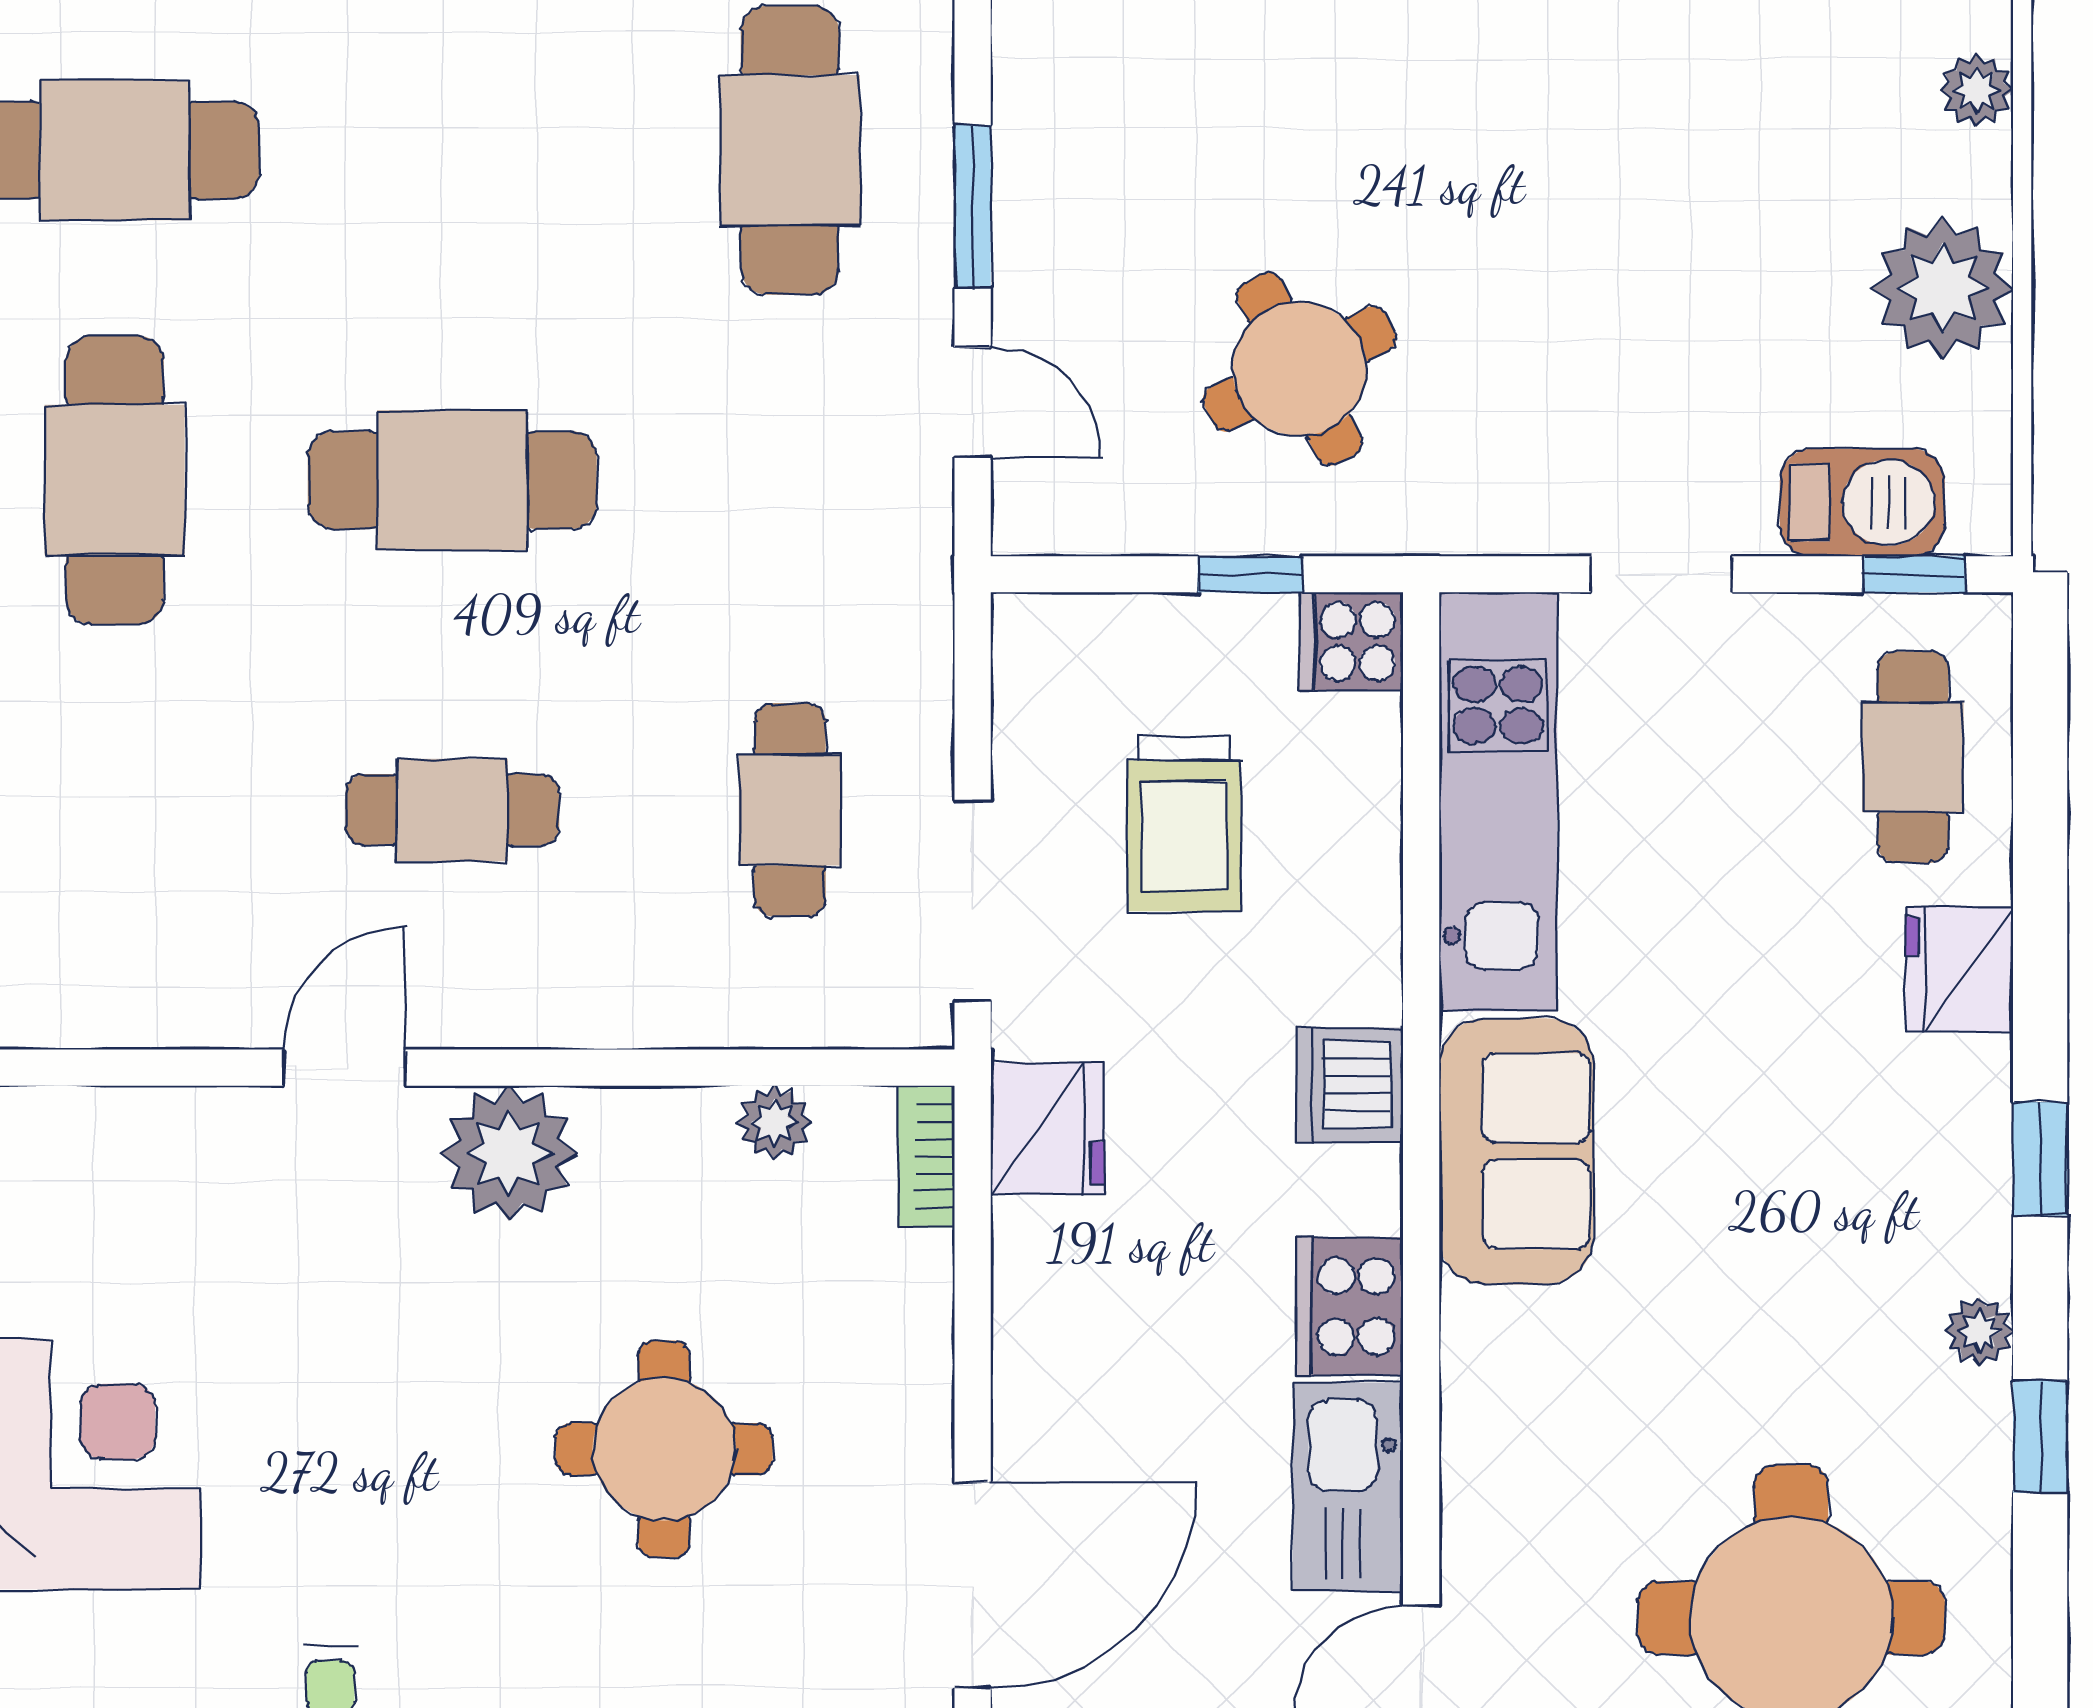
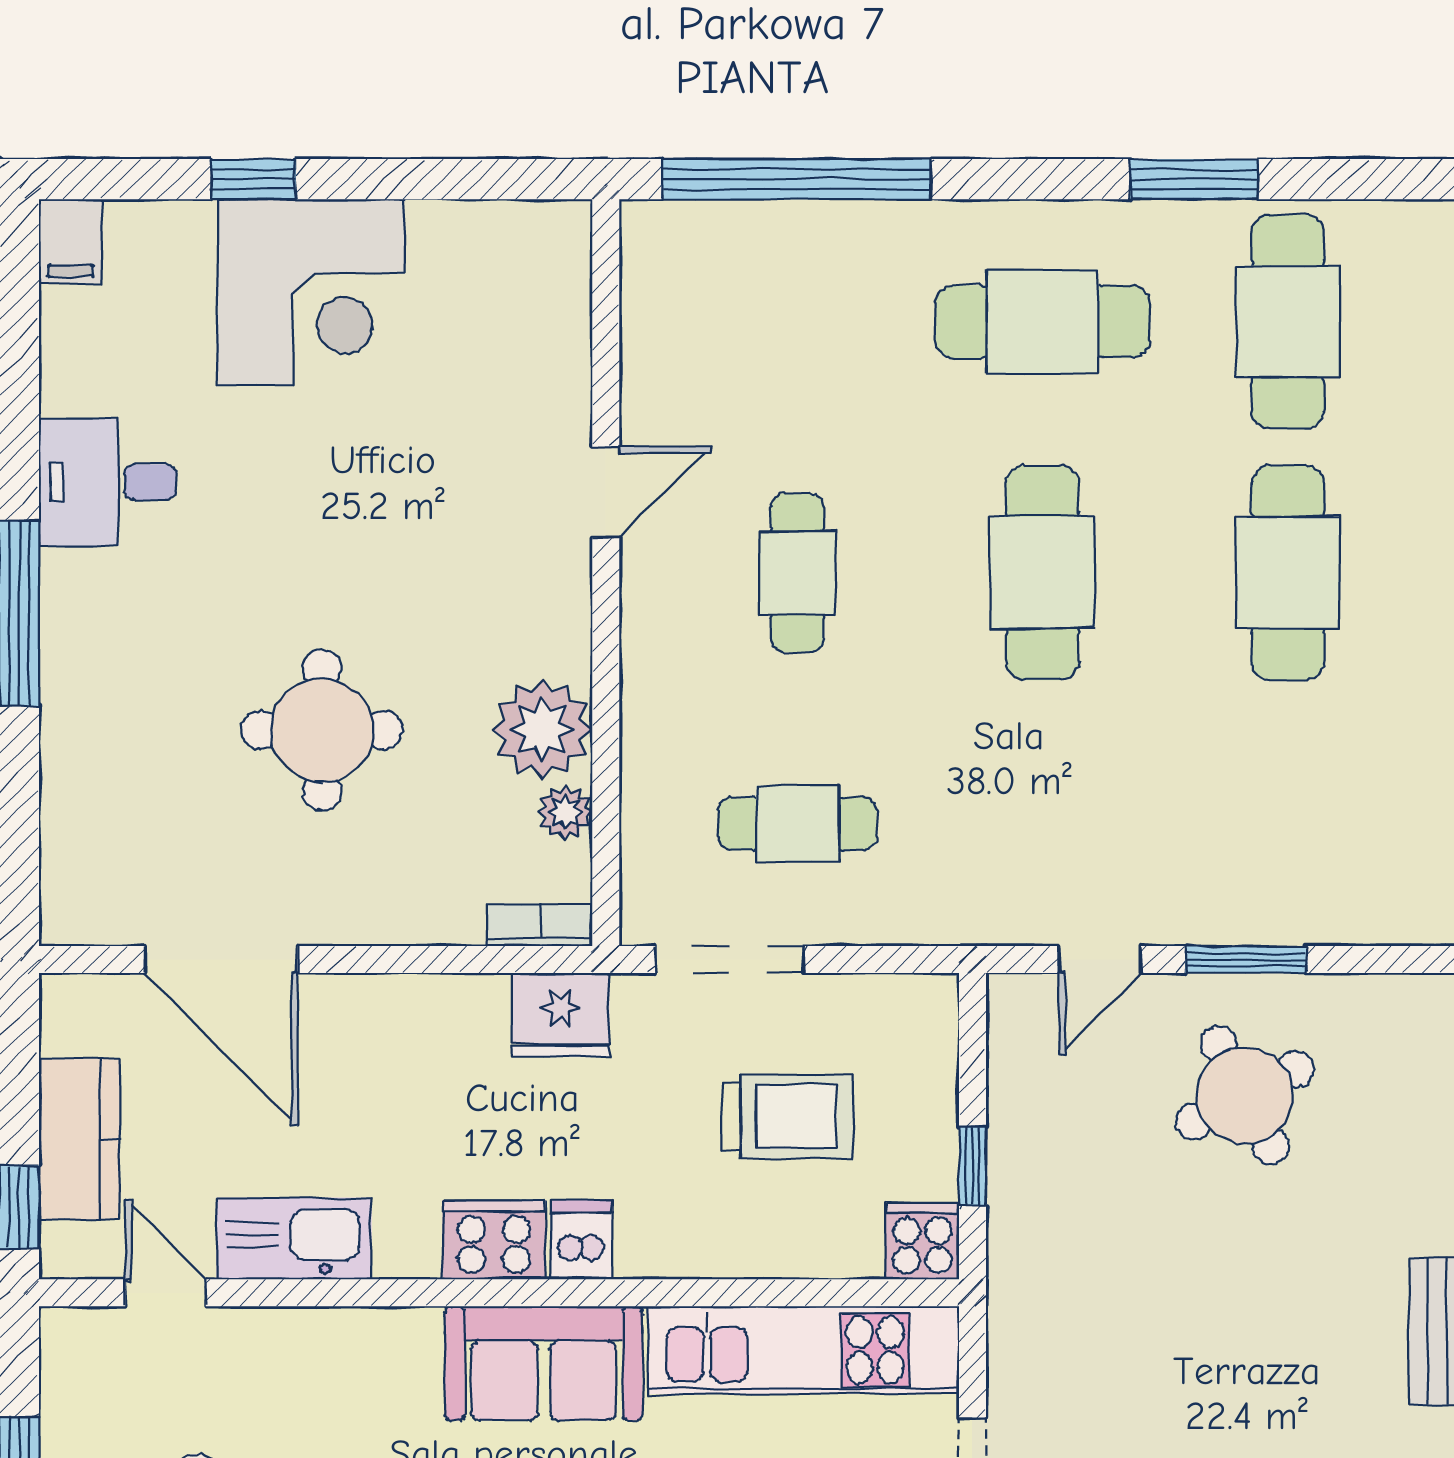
cafe table: (790, 150) -> (1288, 573), moved, turned 90
round table: (1299, 369) -> (1245, 1095), moved
trolley: (1184, 823) -> (787, 1117), turned 180
door: (344, 1068) -> (606, 492), hinge flipped
dishwasher: (1350, 1085) -> (581, 1240), width x0.73
plant: (509, 1153) -> (542, 729), moved
cooker: (1350, 1306) -> (494, 1240), moved

